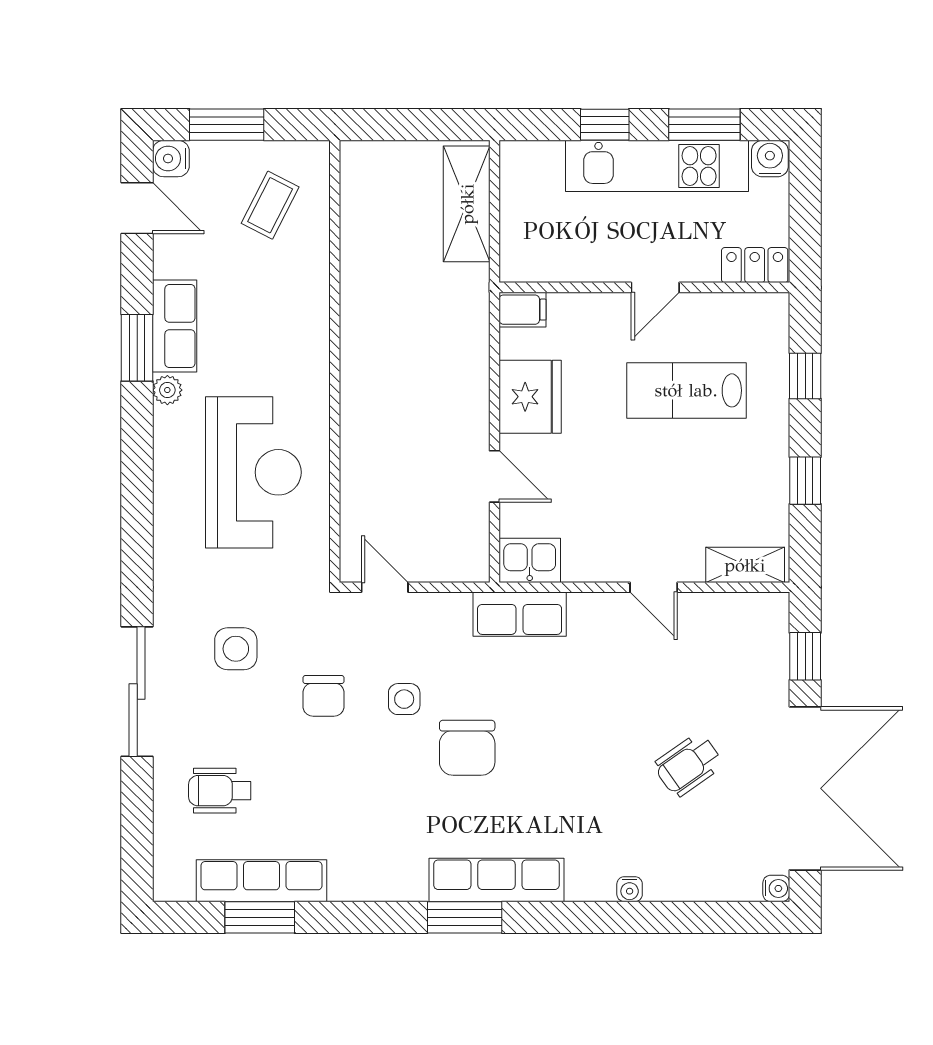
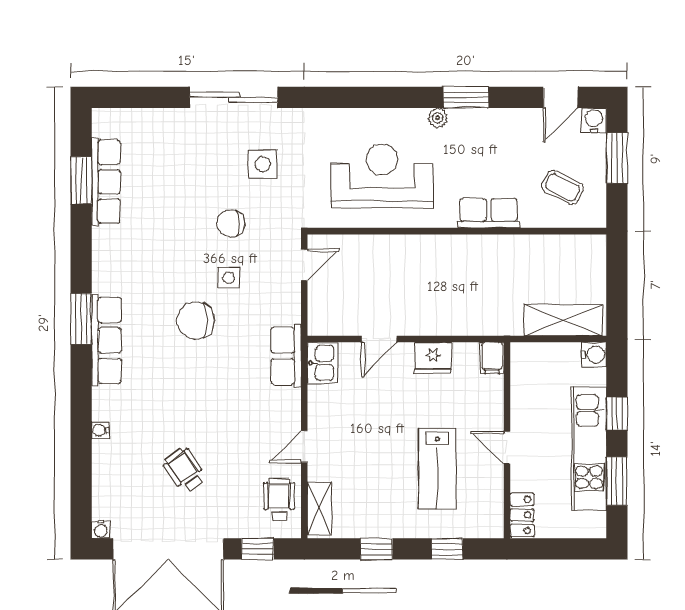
water cooler: (770, 159) -> (594, 355), moved
row of seats: (175, 326) -> (489, 213), moved, turned 180
lab bench: (686, 390) -> (437, 469), turned 180
fridge: (530, 397) -> (433, 358), width x0.73, depth x0.75
reception desk: (253, 472) -> (382, 176), turned 180
wheelchair: (220, 791) -> (279, 499), moved

